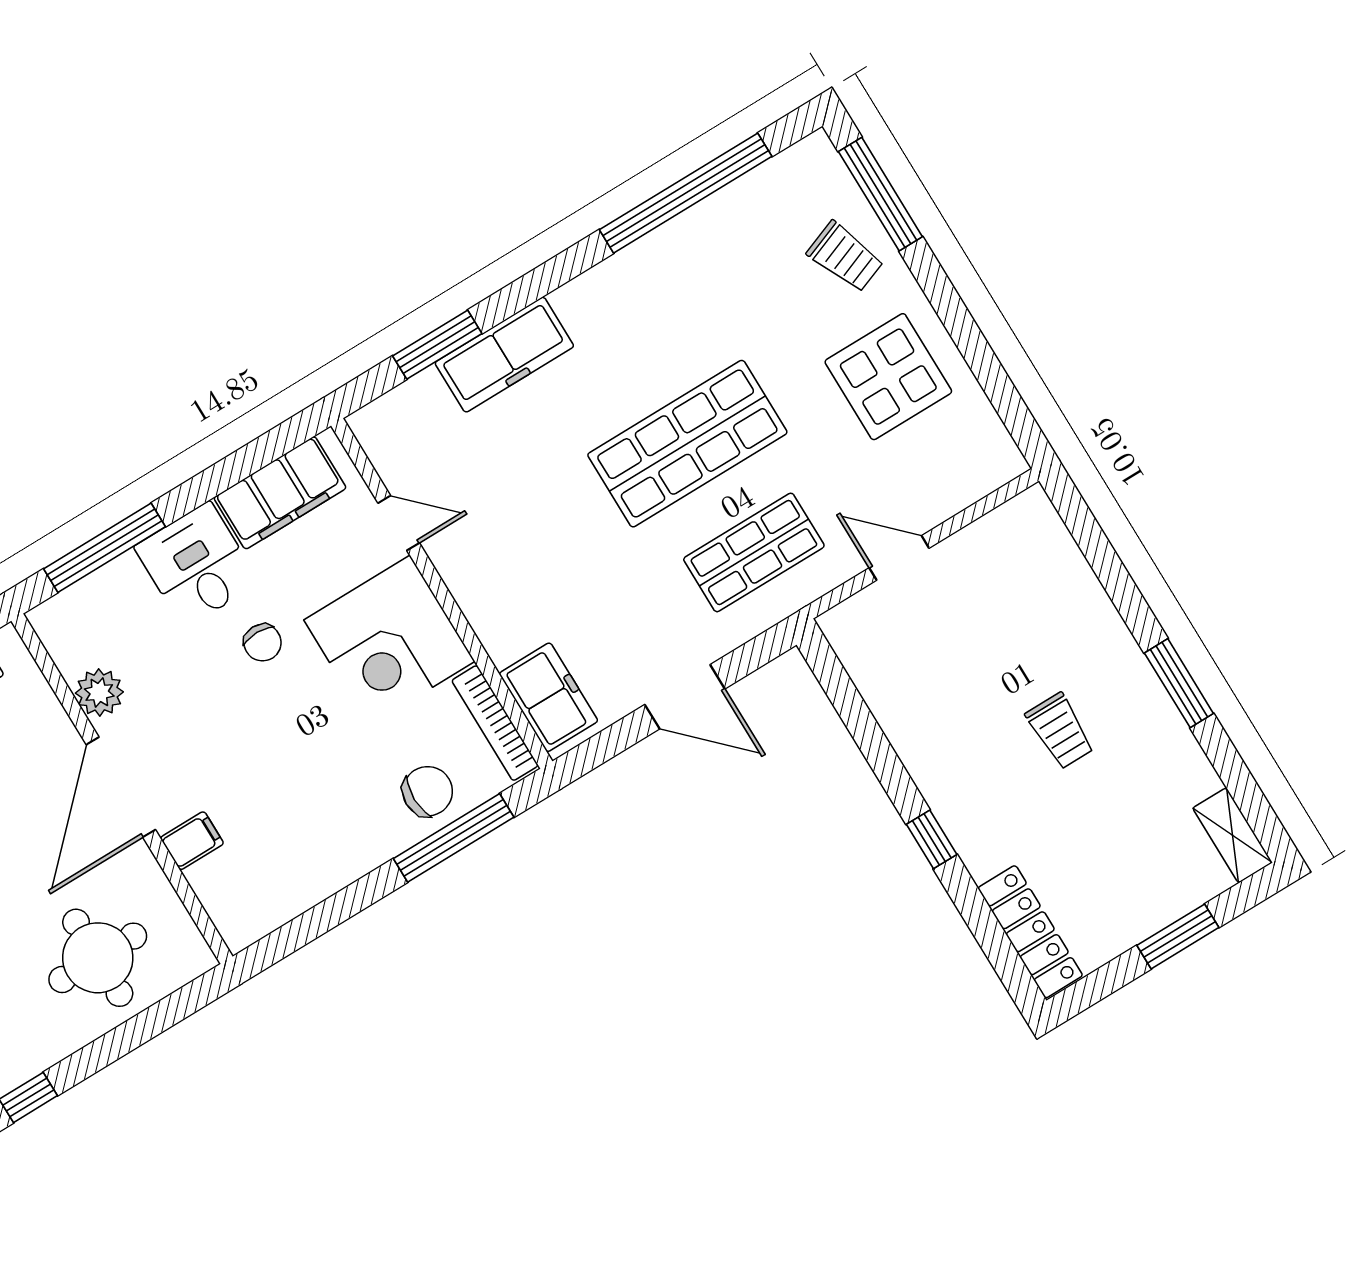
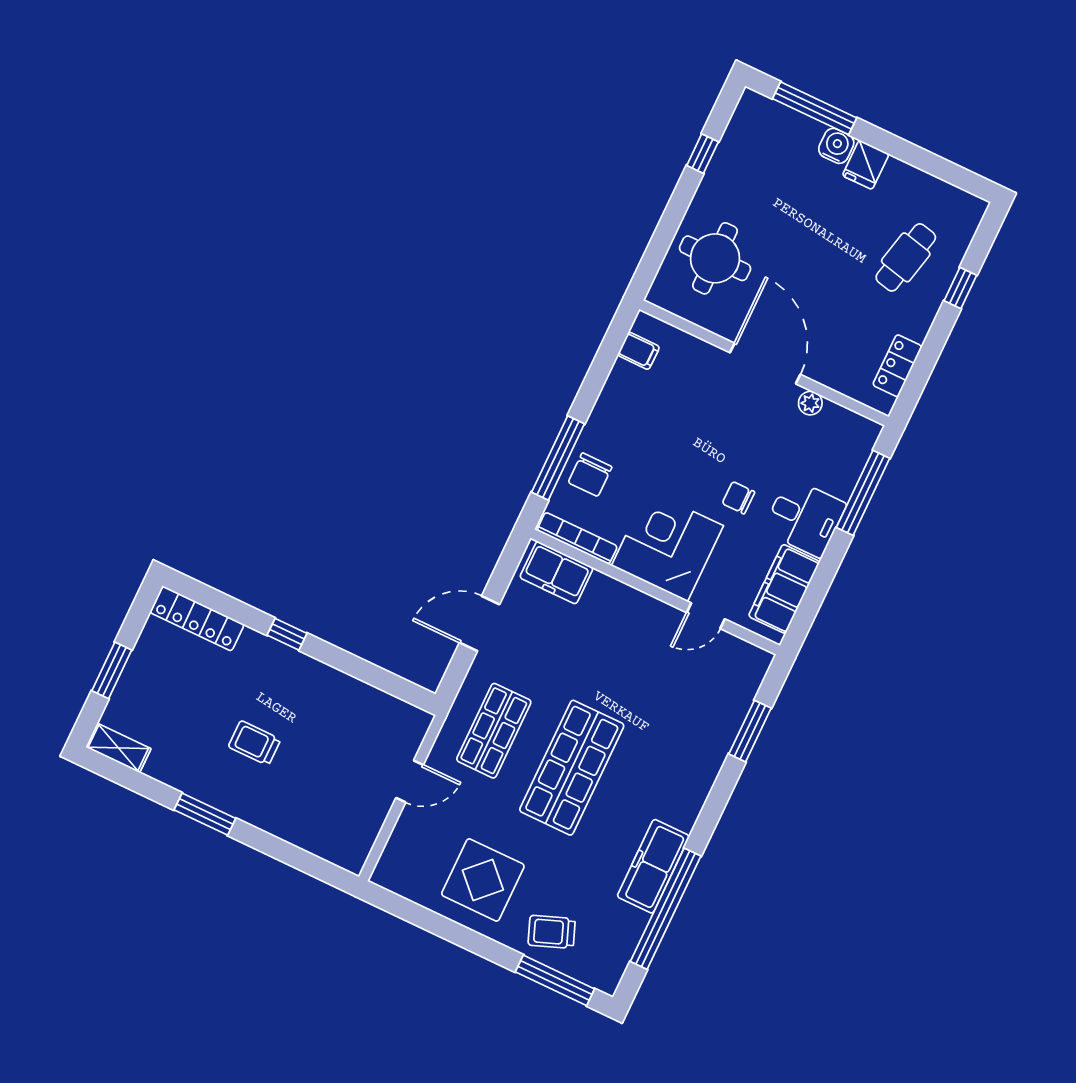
freezer: (504, 355) -> (653, 866), moved
plant: (99, 692) -> (810, 403), width x0.73, depth x0.73
filing cabinet: (192, 841) -> (639, 351), moved, turned -90

